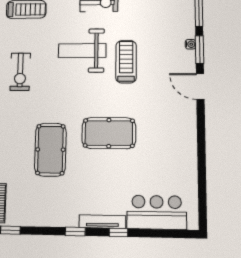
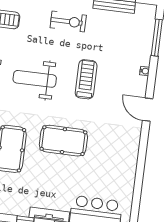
window: (200, 50) -> (152, 77), removed
weight bench: (82, 51) -> (35, 79), moved

